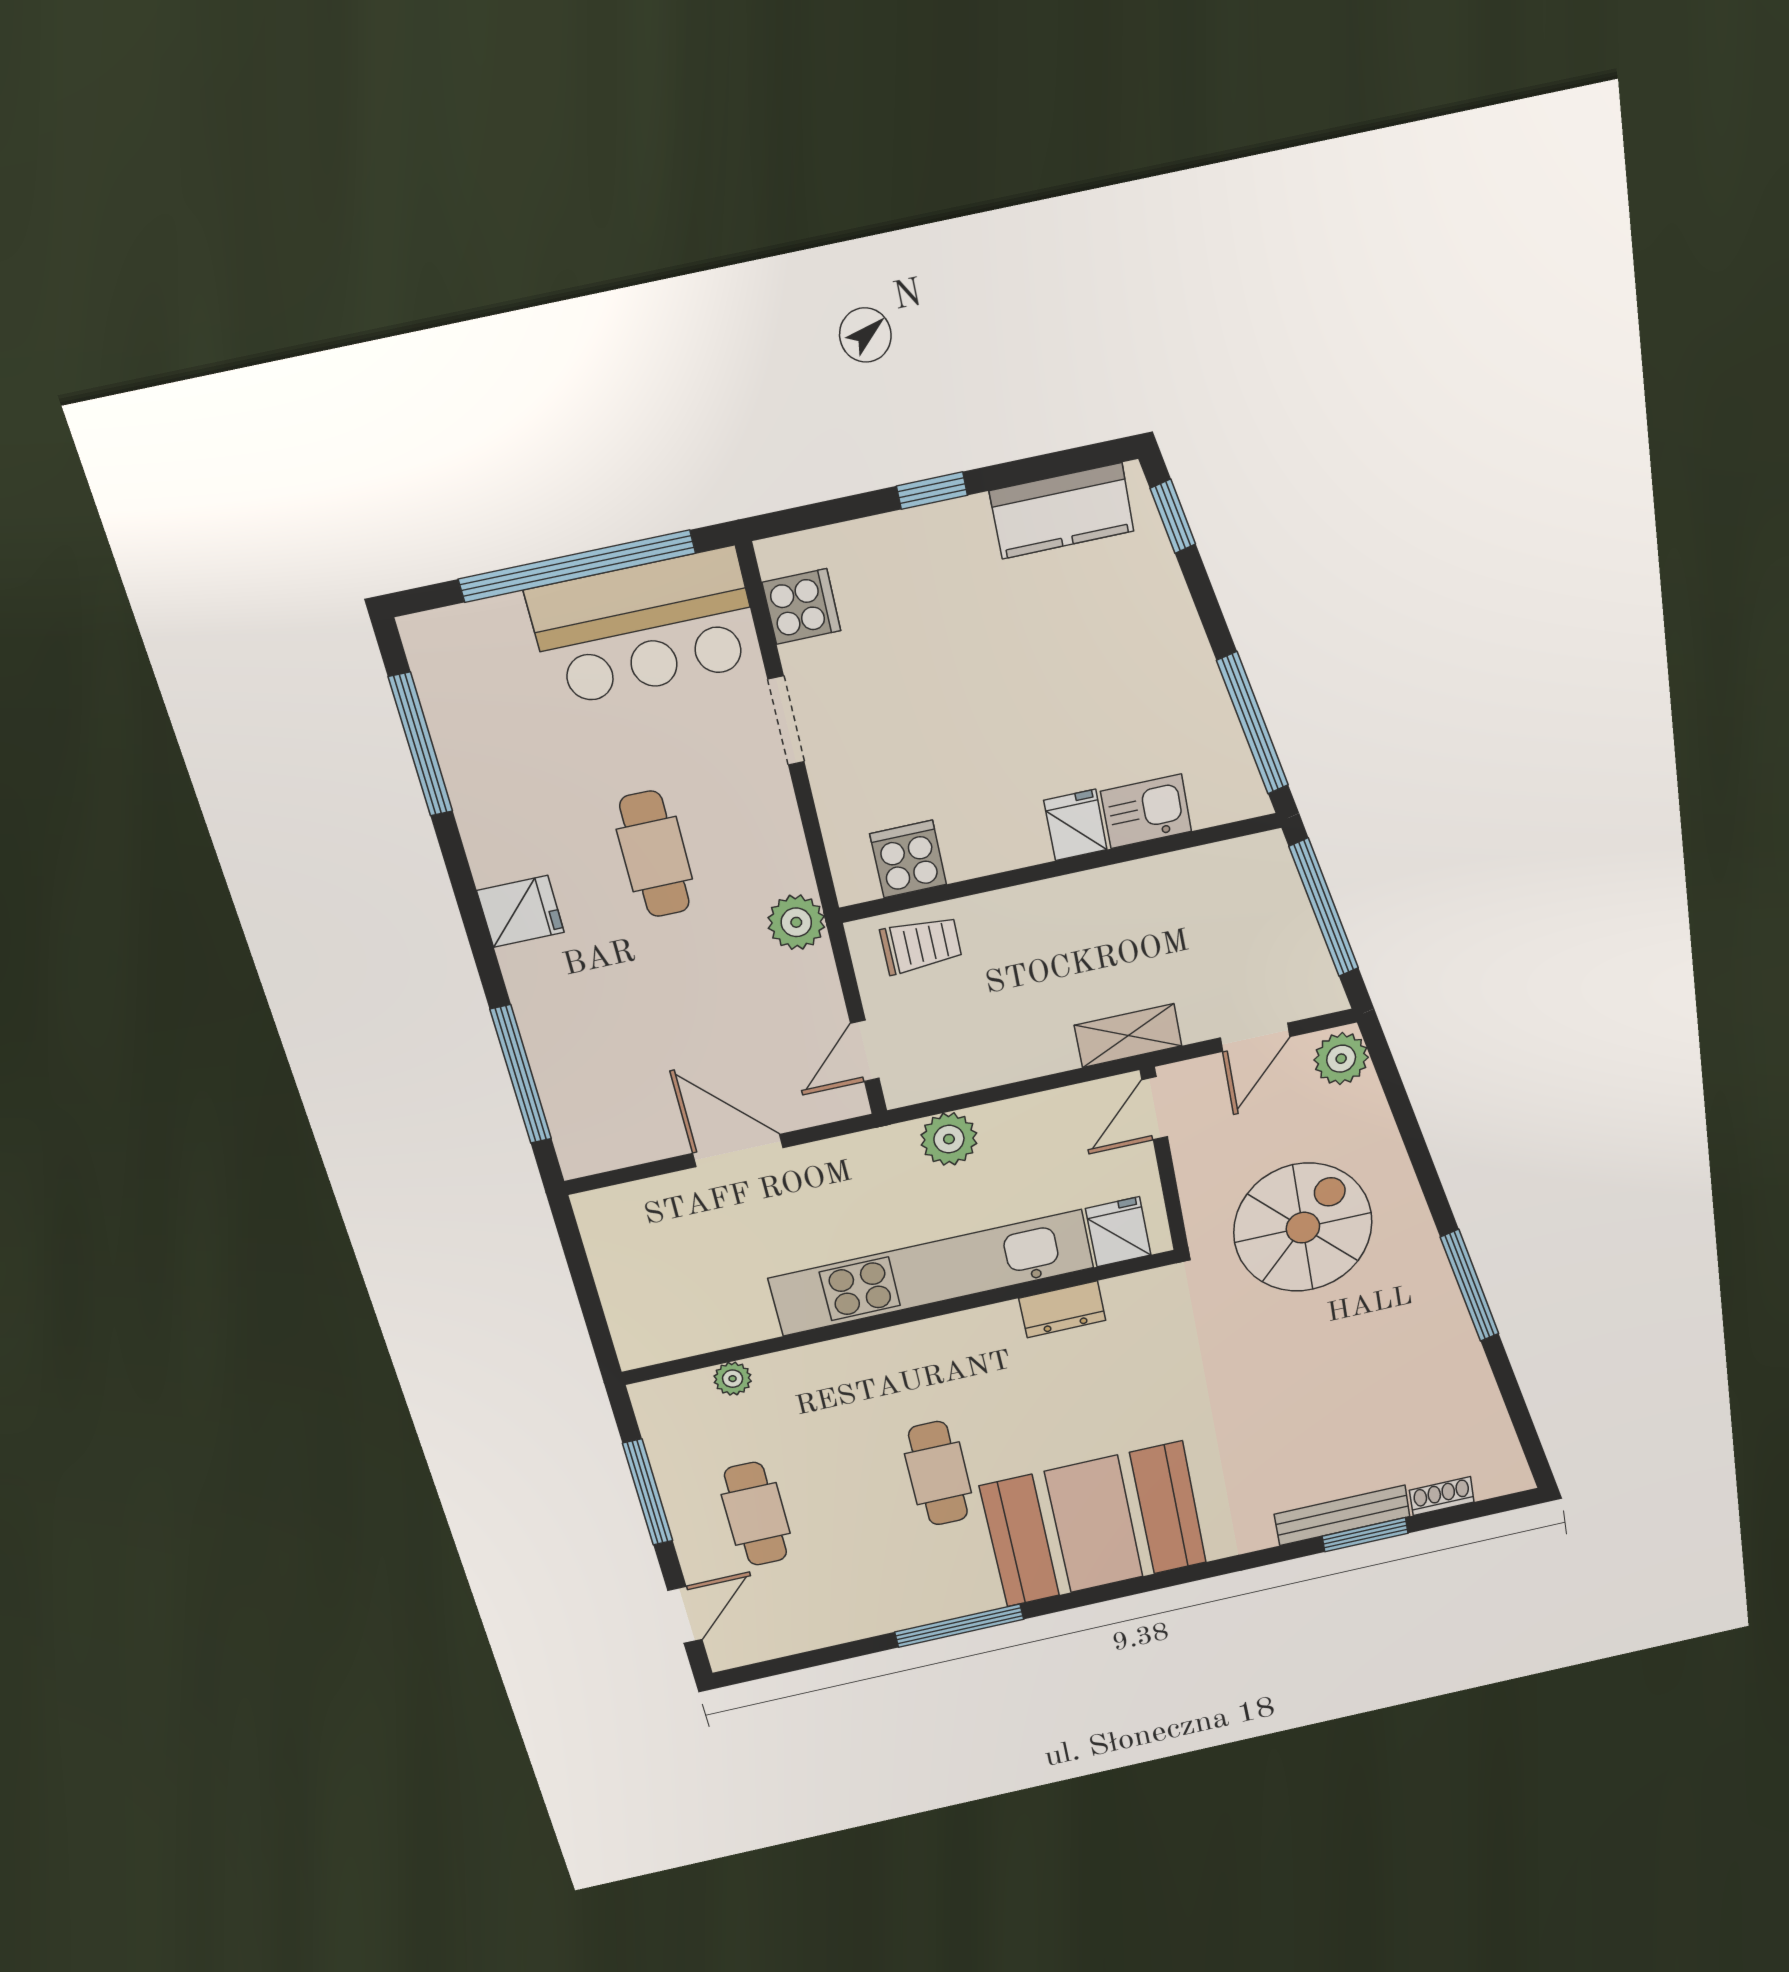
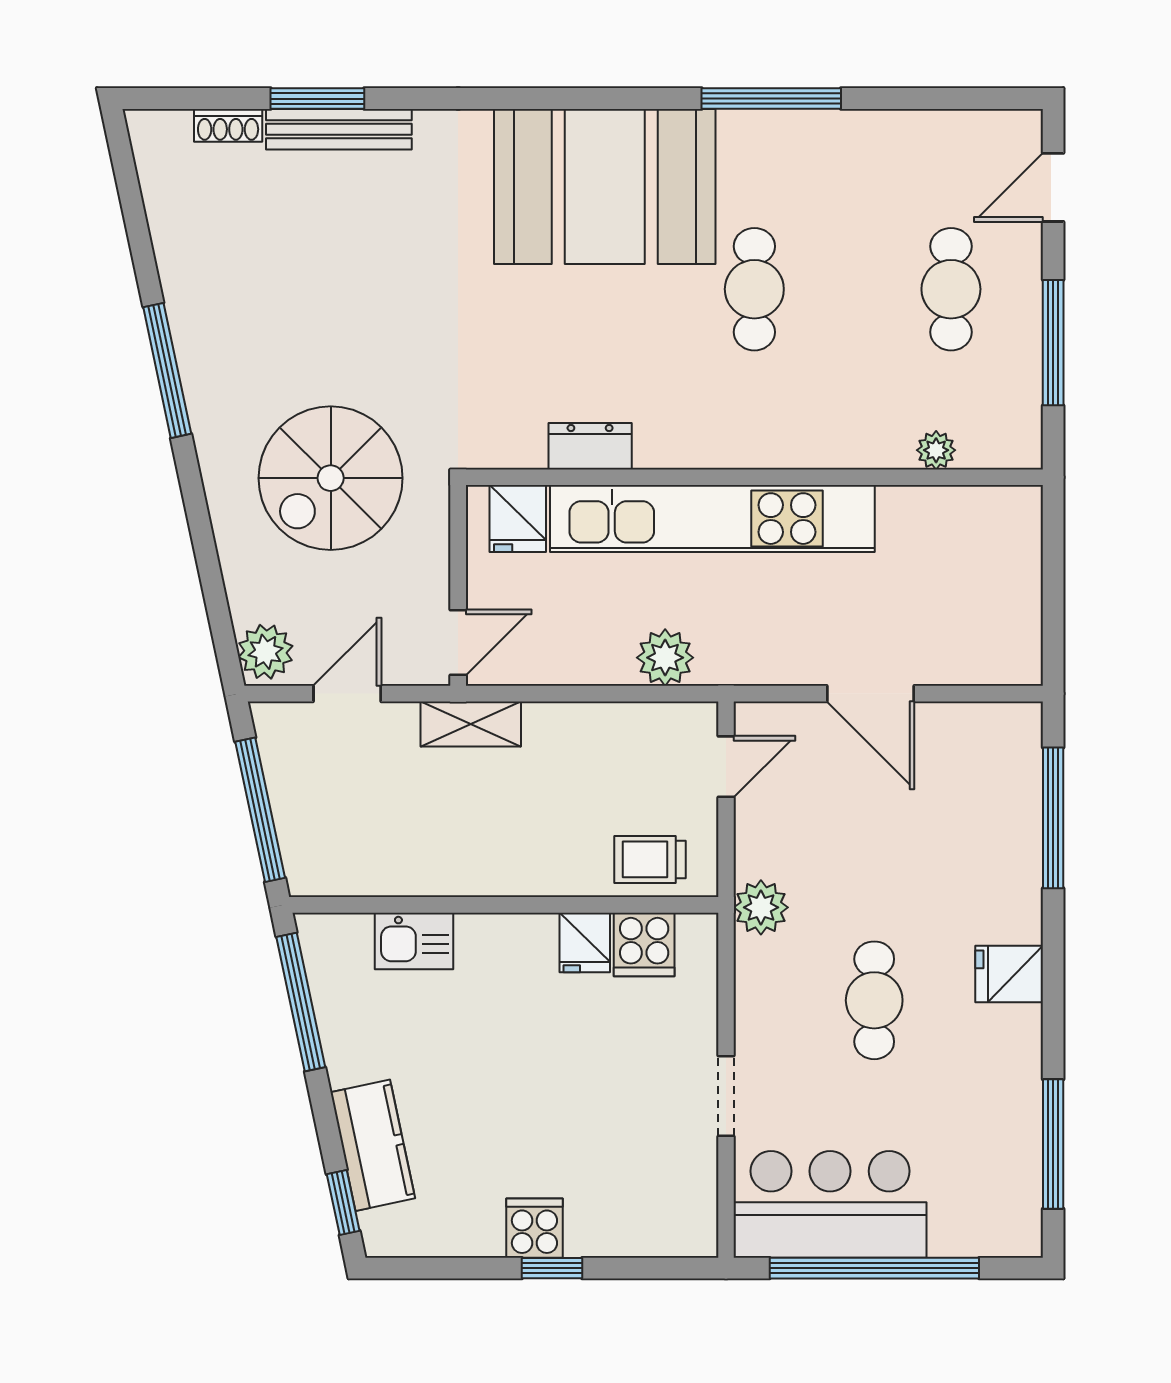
kitchen counter: (1062, 511) -> (373, 1145), moved, turned 78
cooker: (801, 606) -> (534, 1228), moved, turned 90
fridge: (1076, 825) -> (585, 943), moved

